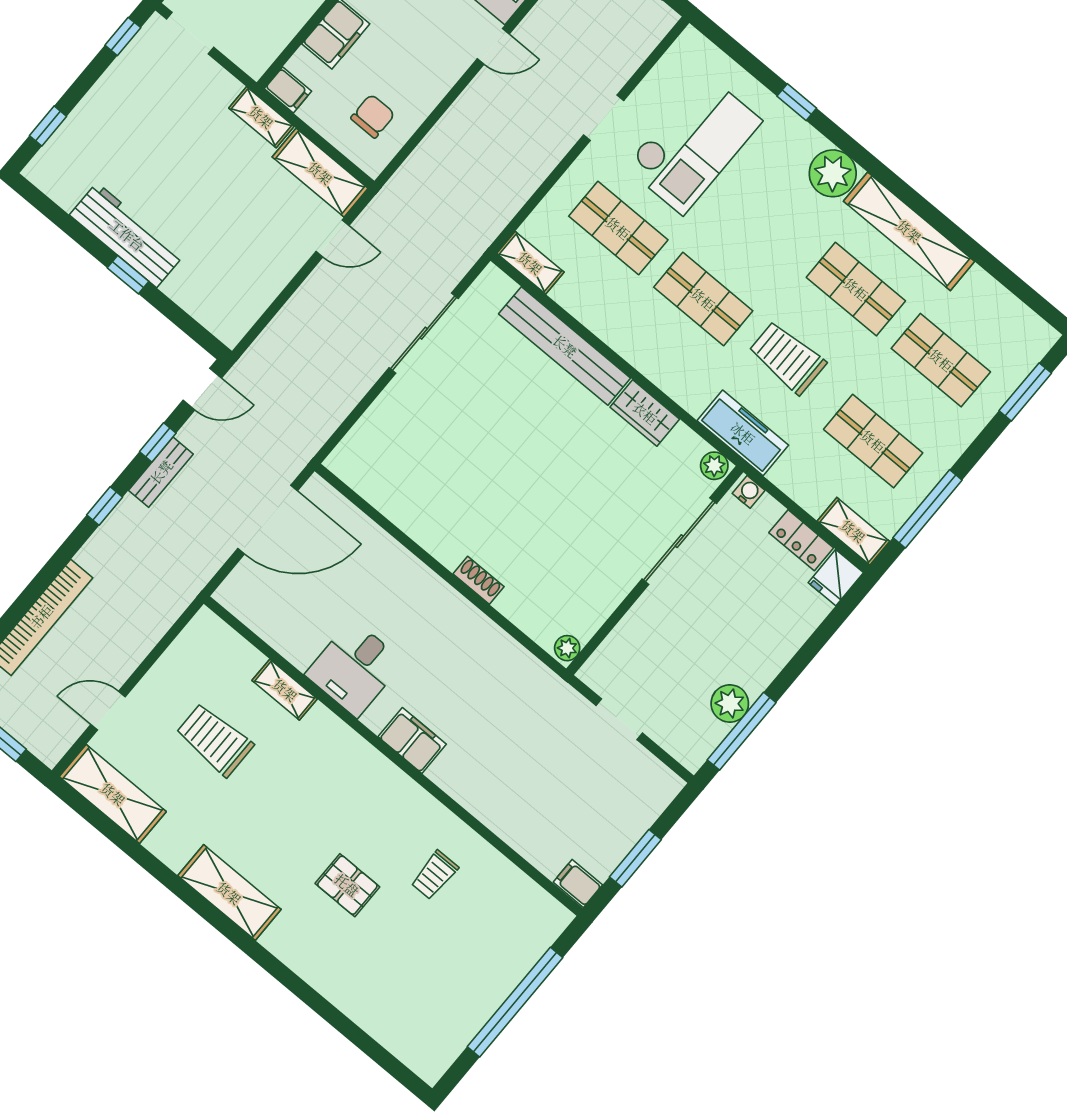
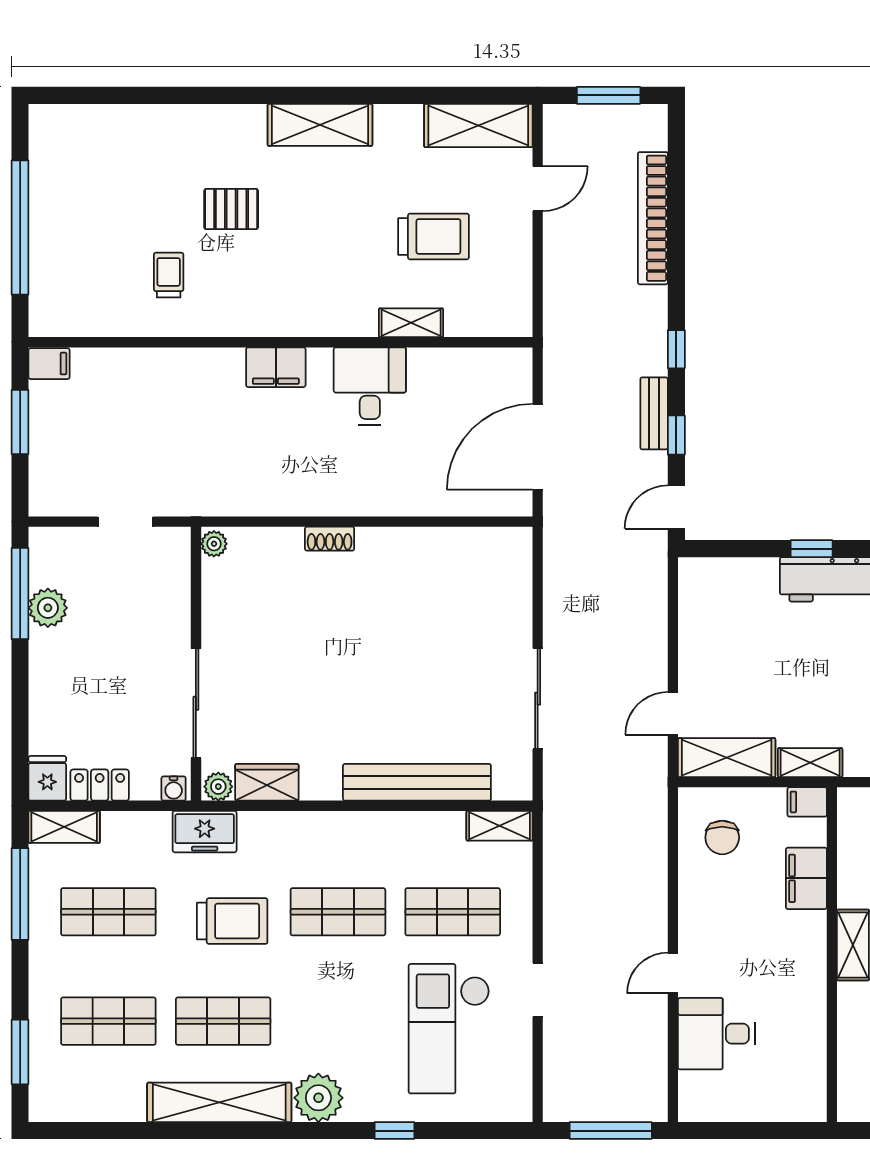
wardrobe: (645, 413) -> (267, 782), moved
freezer: (743, 433) -> (205, 832), width x0.71

